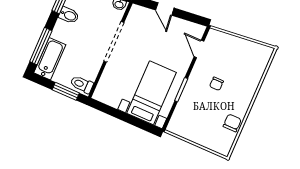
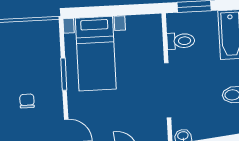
toilet: (82, 84) -> (181, 41), moved

